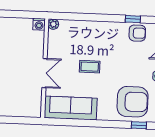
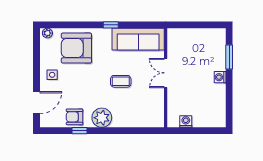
washing machine: (39, 24) -> (186, 122), moved
plant: (53, 24) -> (102, 118), moved, width x1.88, depth x1.88
window: (139, 125) -> (111, 25), moved

